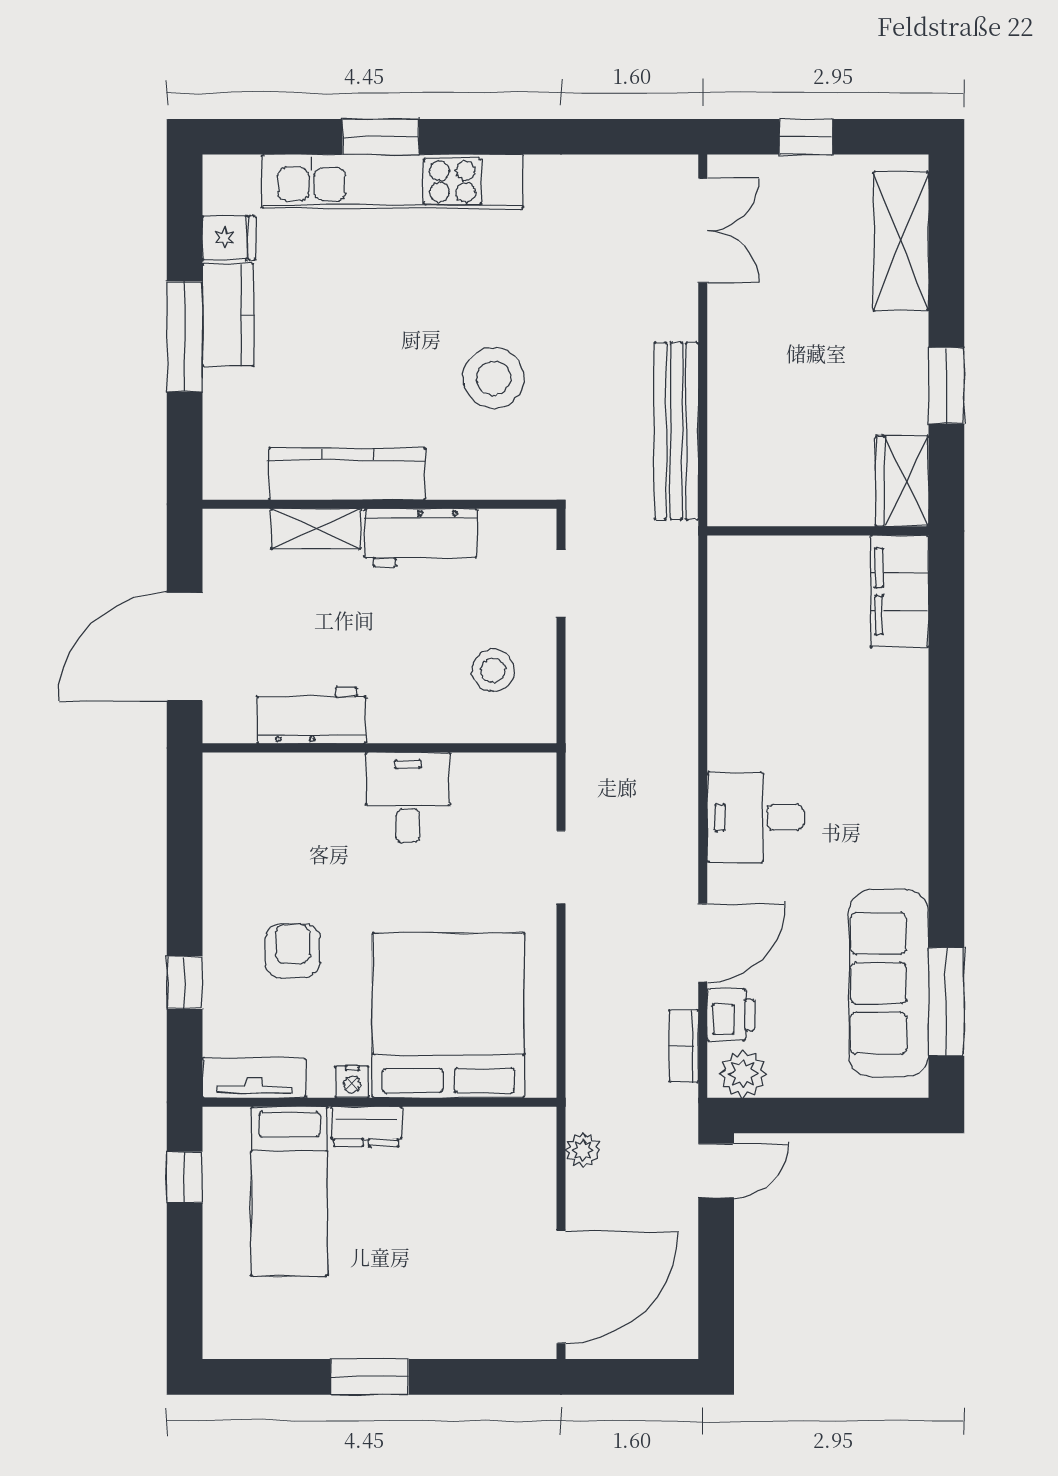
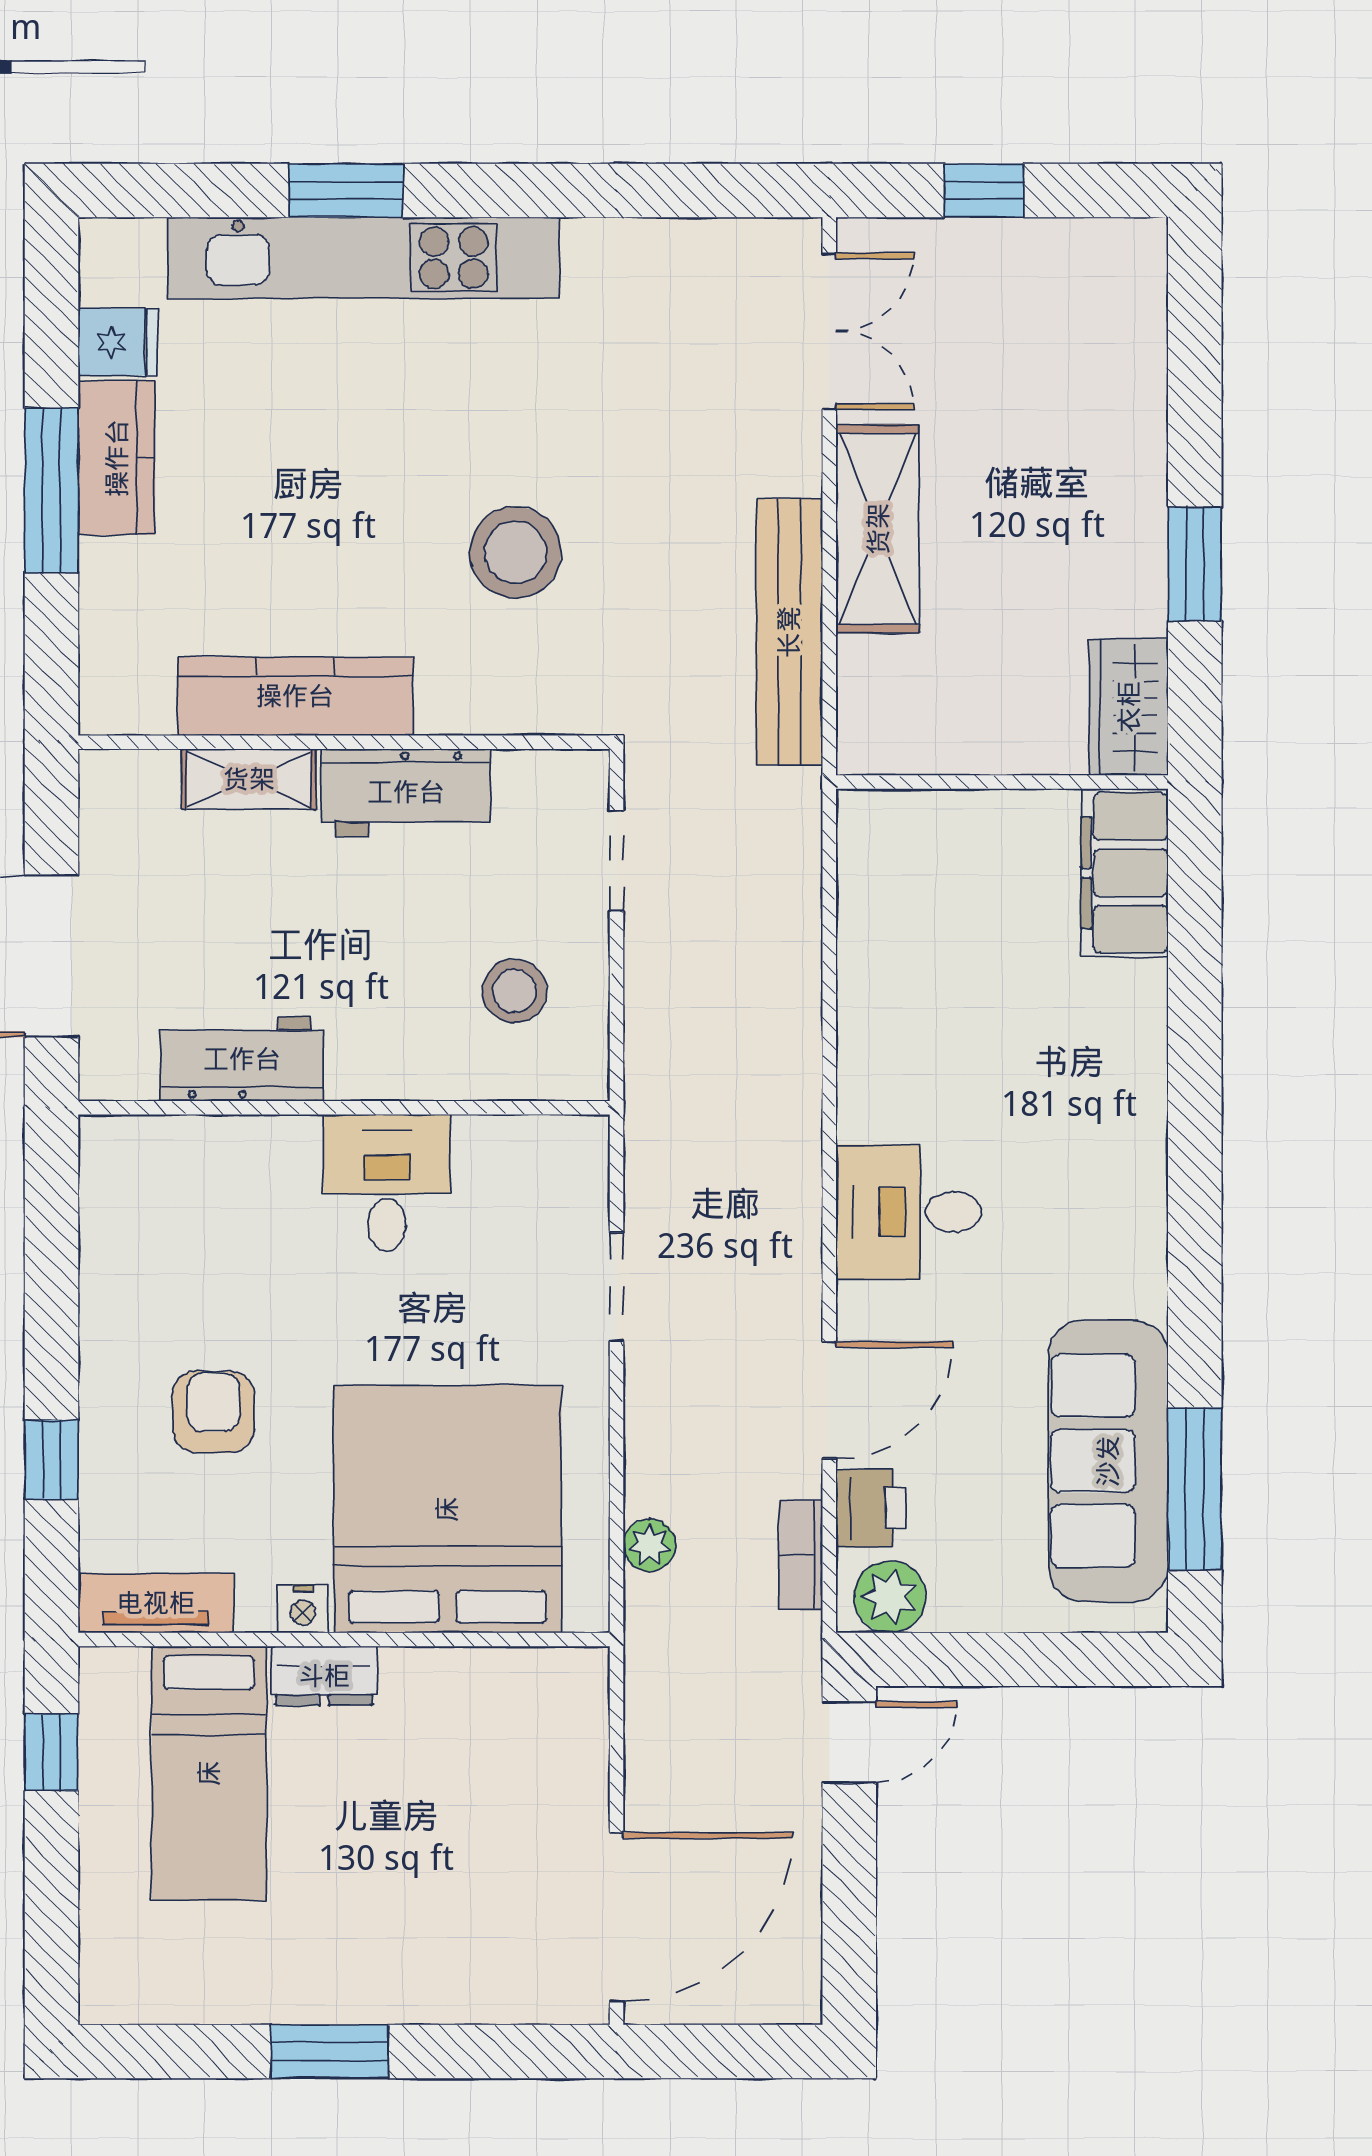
shelving: (901, 241) -> (878, 529), moved
plant: (583, 1150) -> (649, 1545), moved

